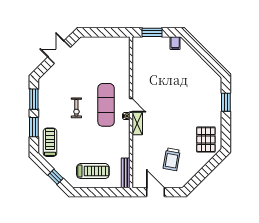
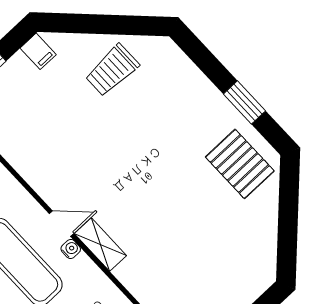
window: (226, 102) -> (244, 102), moved
trolley: (172, 159) -> (112, 70), moved, turned 80

